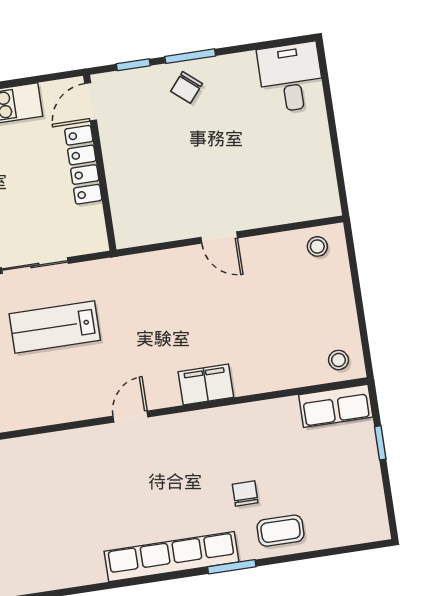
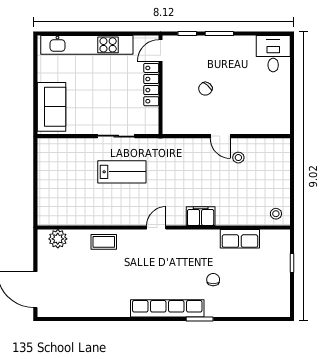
chair: (187, 87) -> (205, 89), moved
stool: (317, 246) -> (238, 158), moved
lab bench: (55, 327) -> (122, 172), turned 180
row of seats: (336, 406) -> (240, 239), moved
coffee table: (281, 531) -> (104, 242), moved

